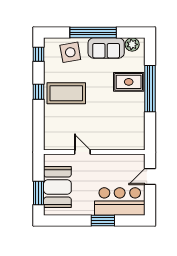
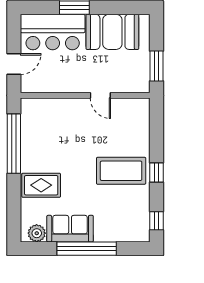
side table: (70, 52) -> (116, 223), removed
window: (150, 89) -> (14, 144), moved
booth: (57, 187) -> (112, 32), moved, turned 90
window: (39, 193) -> (157, 66), moved

